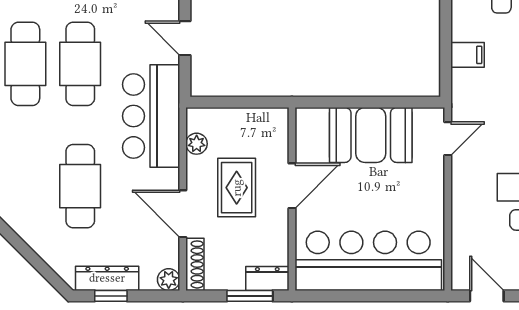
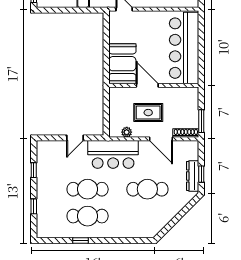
booth: (371, 135) -> (122, 64), moved
door: (183, 214) -> (161, 139), hinge flipped
dresser: (267, 279) -> (193, 97), removed
plant: (169, 280) -> (193, 146), removed
window: (250, 296) -> (201, 121), moved

